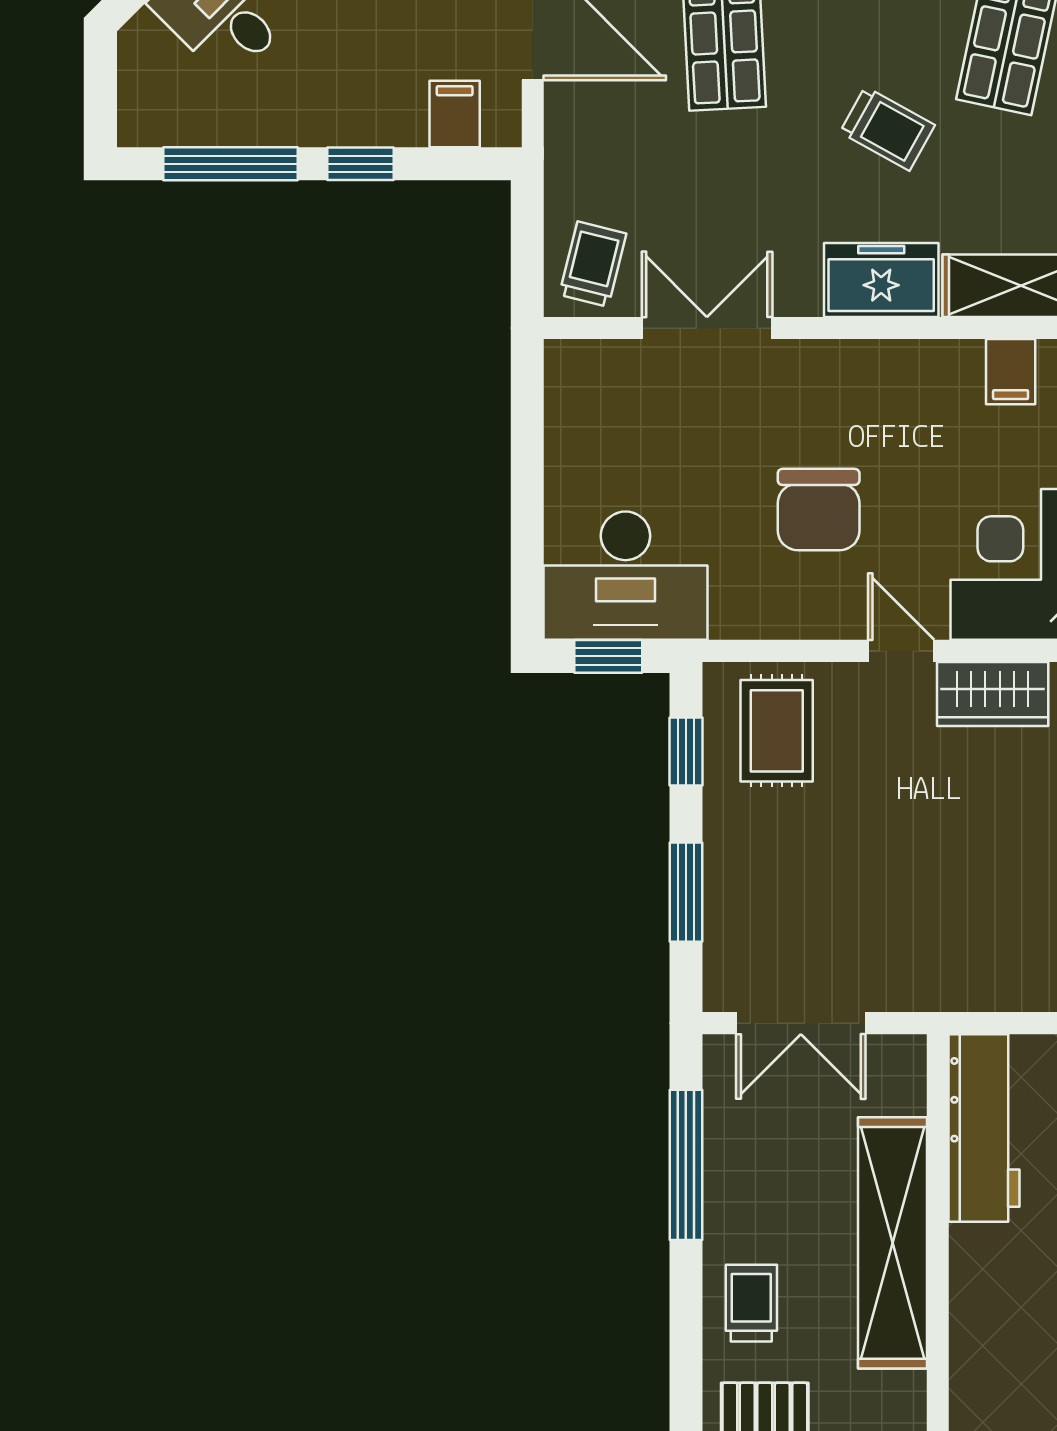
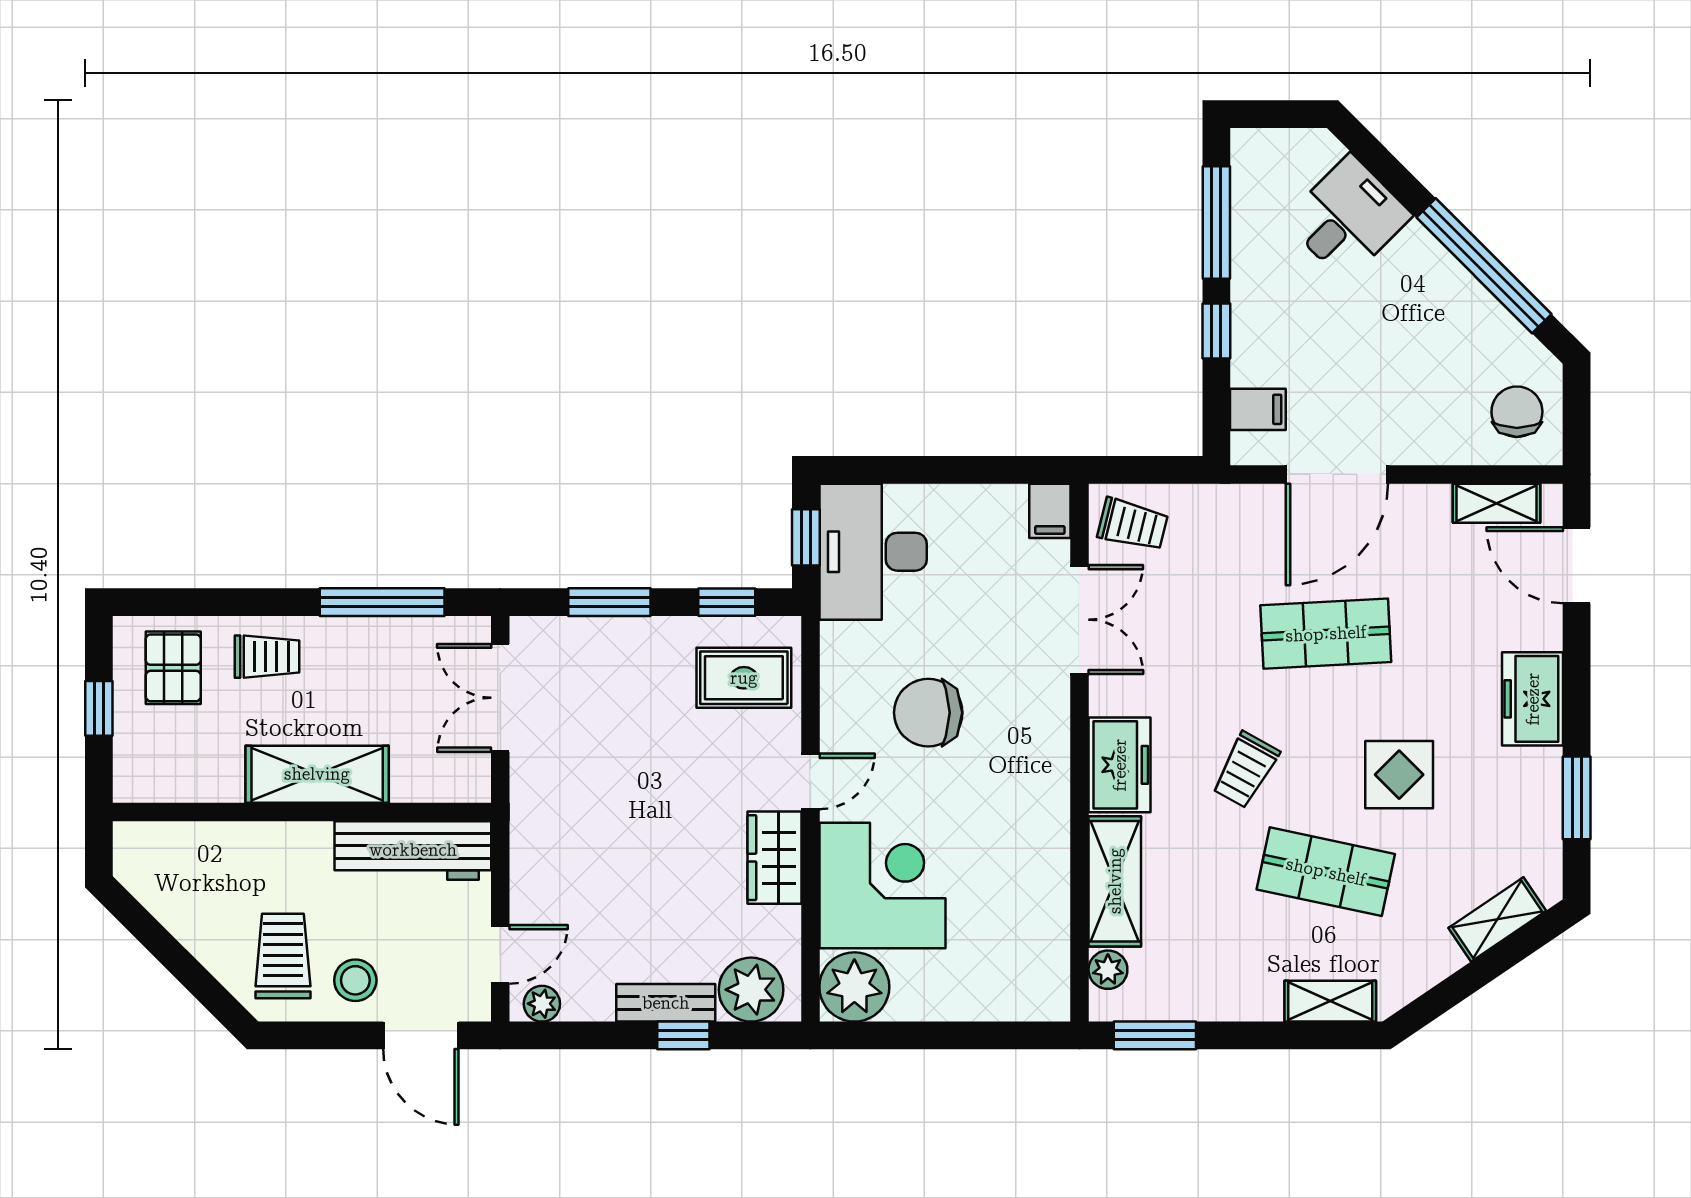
filing cabinet: (1011, 372) -> (1050, 511), moved, turned -90
shelving: (892, 1243) -> (317, 774), width x0.68

